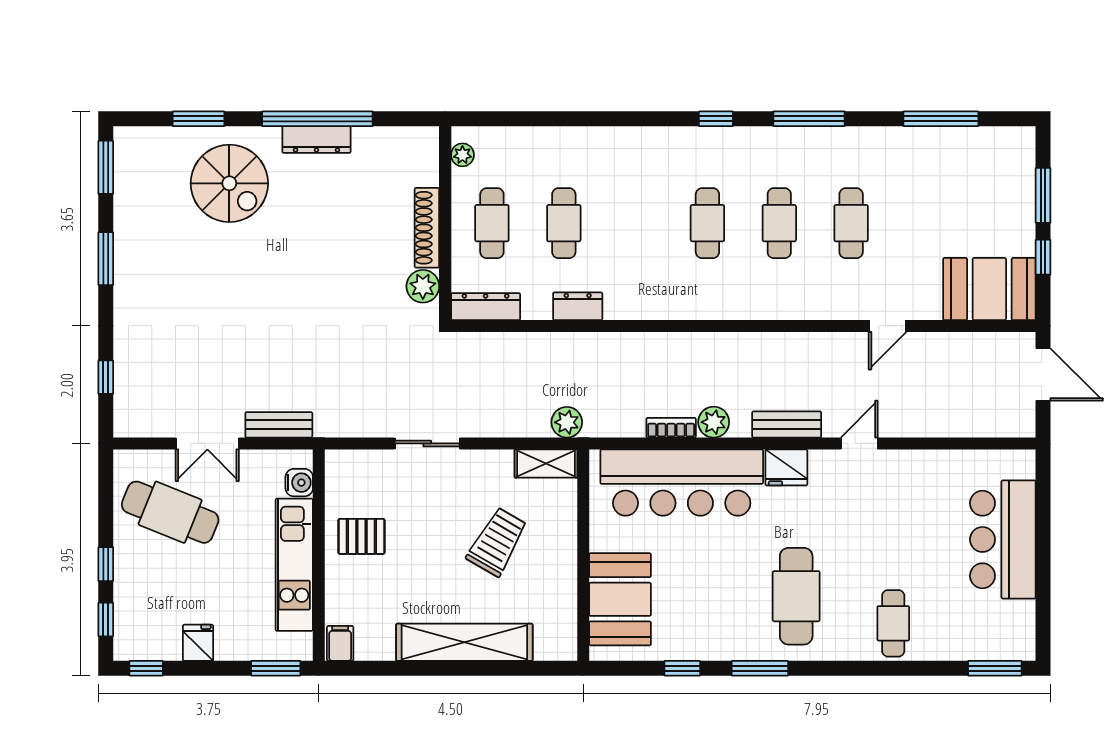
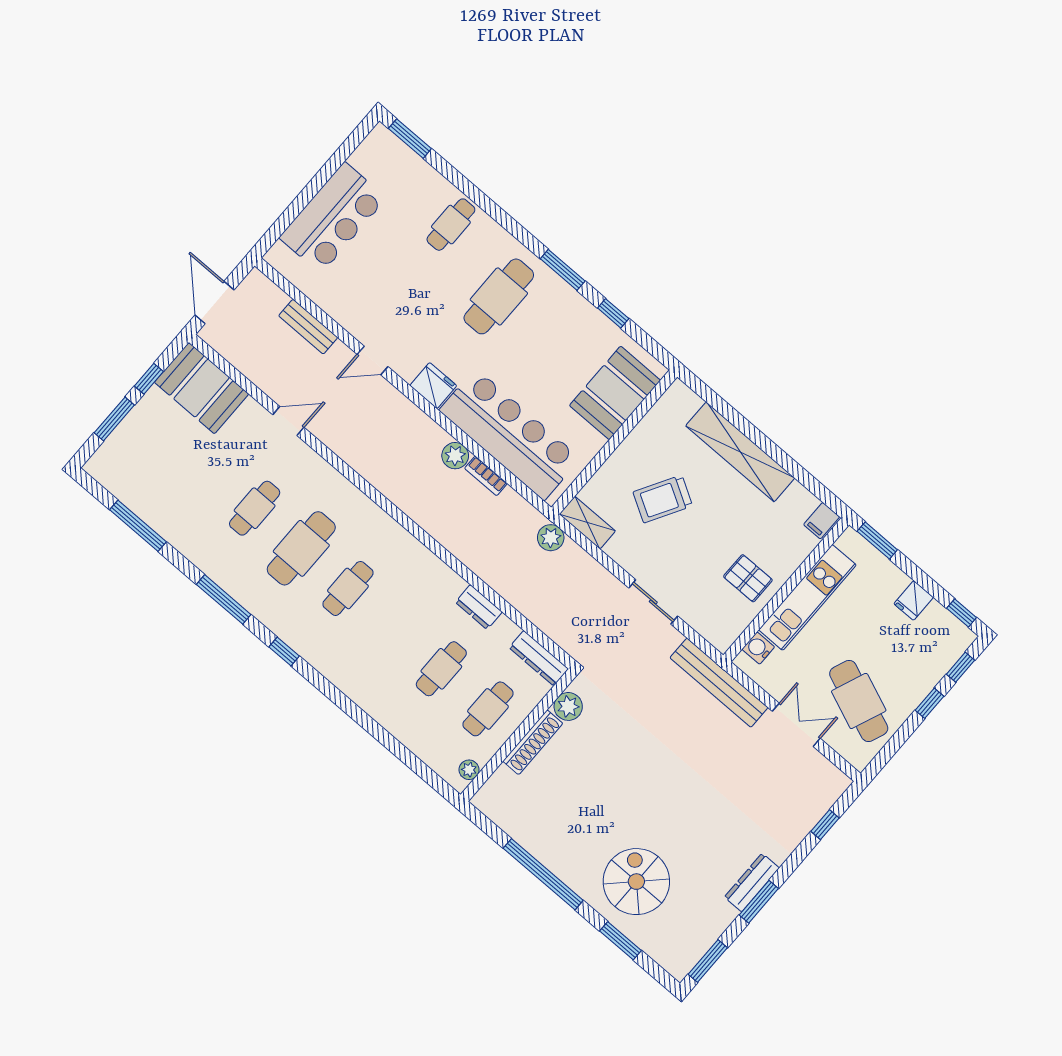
dresser: (316, 140) -> (752, 883), moved, turned -90
cafe table: (779, 223) -> (301, 548), width x1.37, depth x1.35
bench: (787, 424) -> (308, 327), moved
bench: (279, 425) -> (719, 683), width x1.86, depth x1.21

